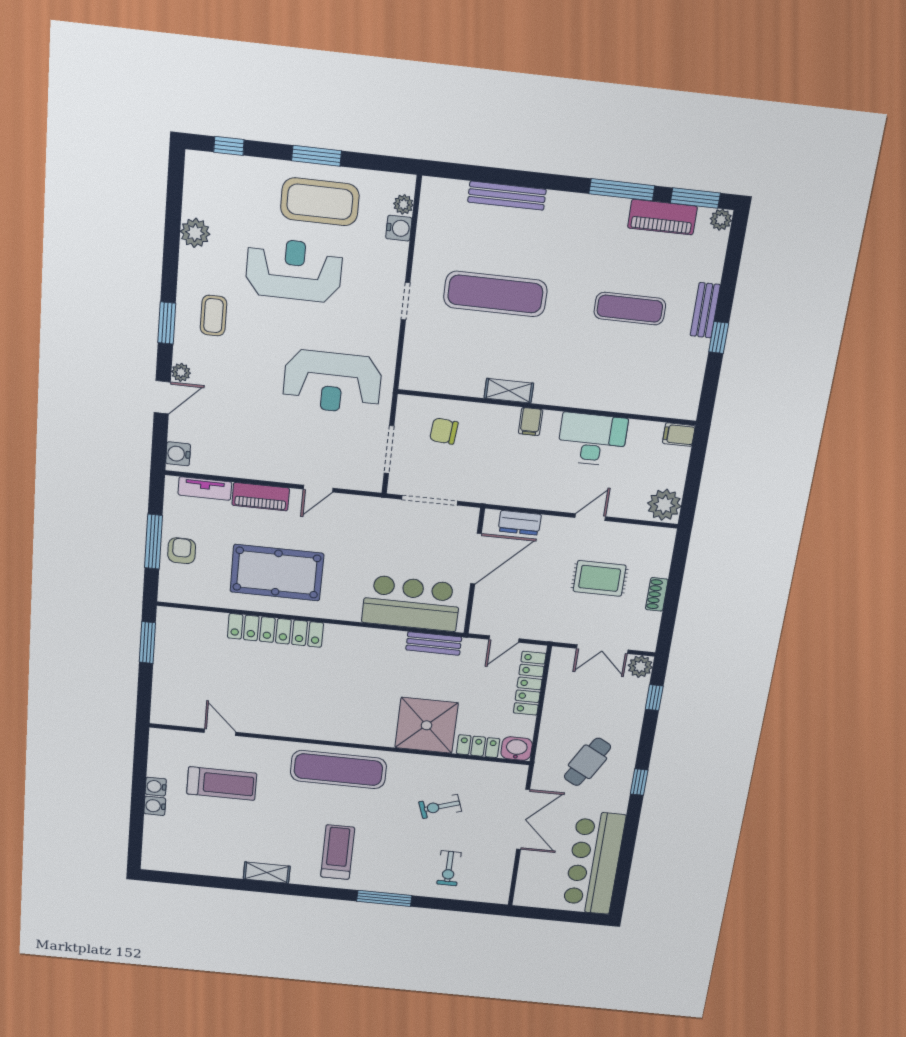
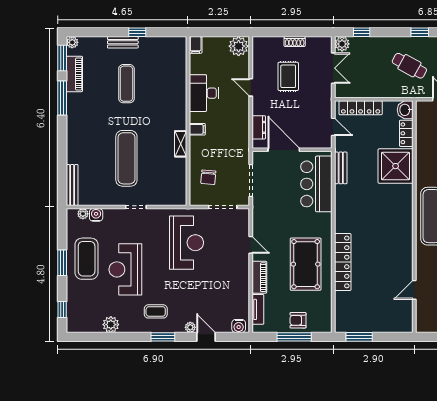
bench: (507, 196) -> (72, 185), moved

